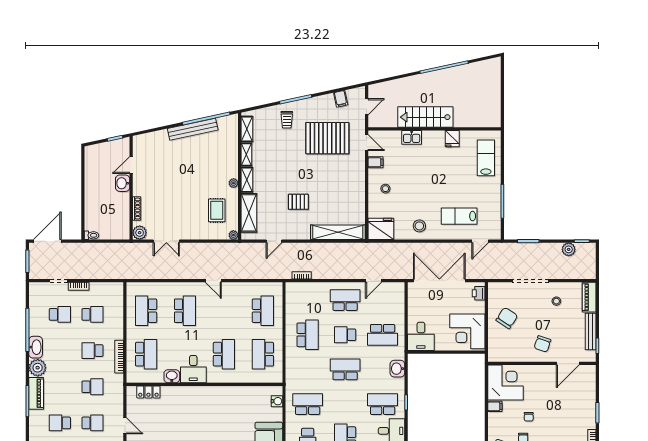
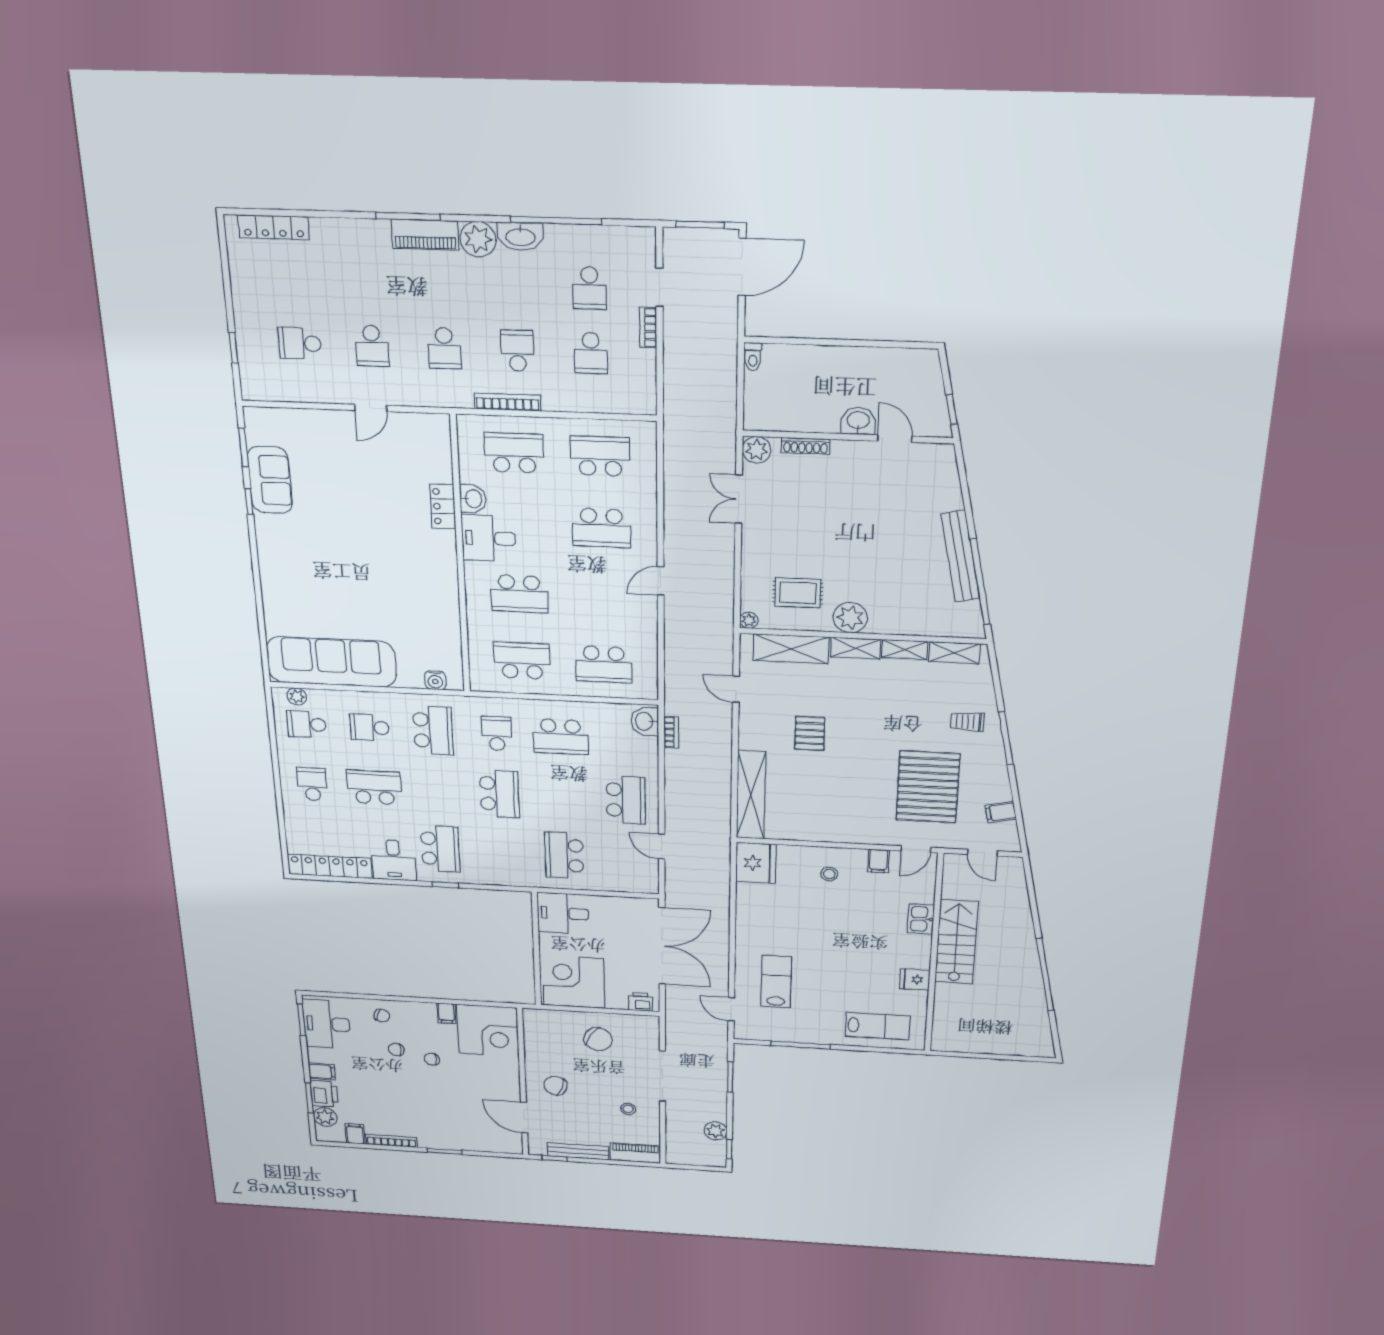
plant: (234, 183) -> (850, 618), width x1.87, depth x1.87
stool: (419, 226) -> (760, 922), removed
door: (47, 241) -> (742, 267), hinge flipped
school desk: (345, 335) -> (497, 734), moved
school desk: (146, 354) -> (514, 453), turned 180
washbasin: (397, 369) -> (645, 721), moved, turned -90
locker: (148, 392) -> (443, 506), moved
school desk: (60, 423) -> (367, 281), removed

